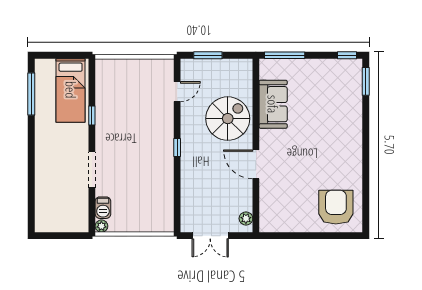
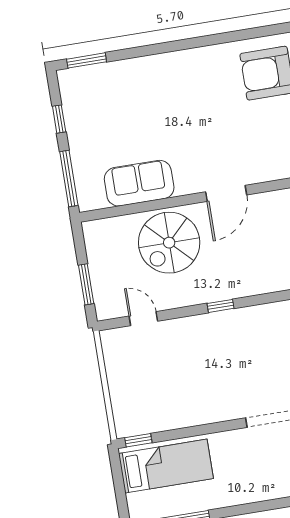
window: (347, 55) -> (59, 119), moved
window: (92, 115) -> (138, 440), moved
spiral stairs: (228, 119) -> (169, 243), turned -90

